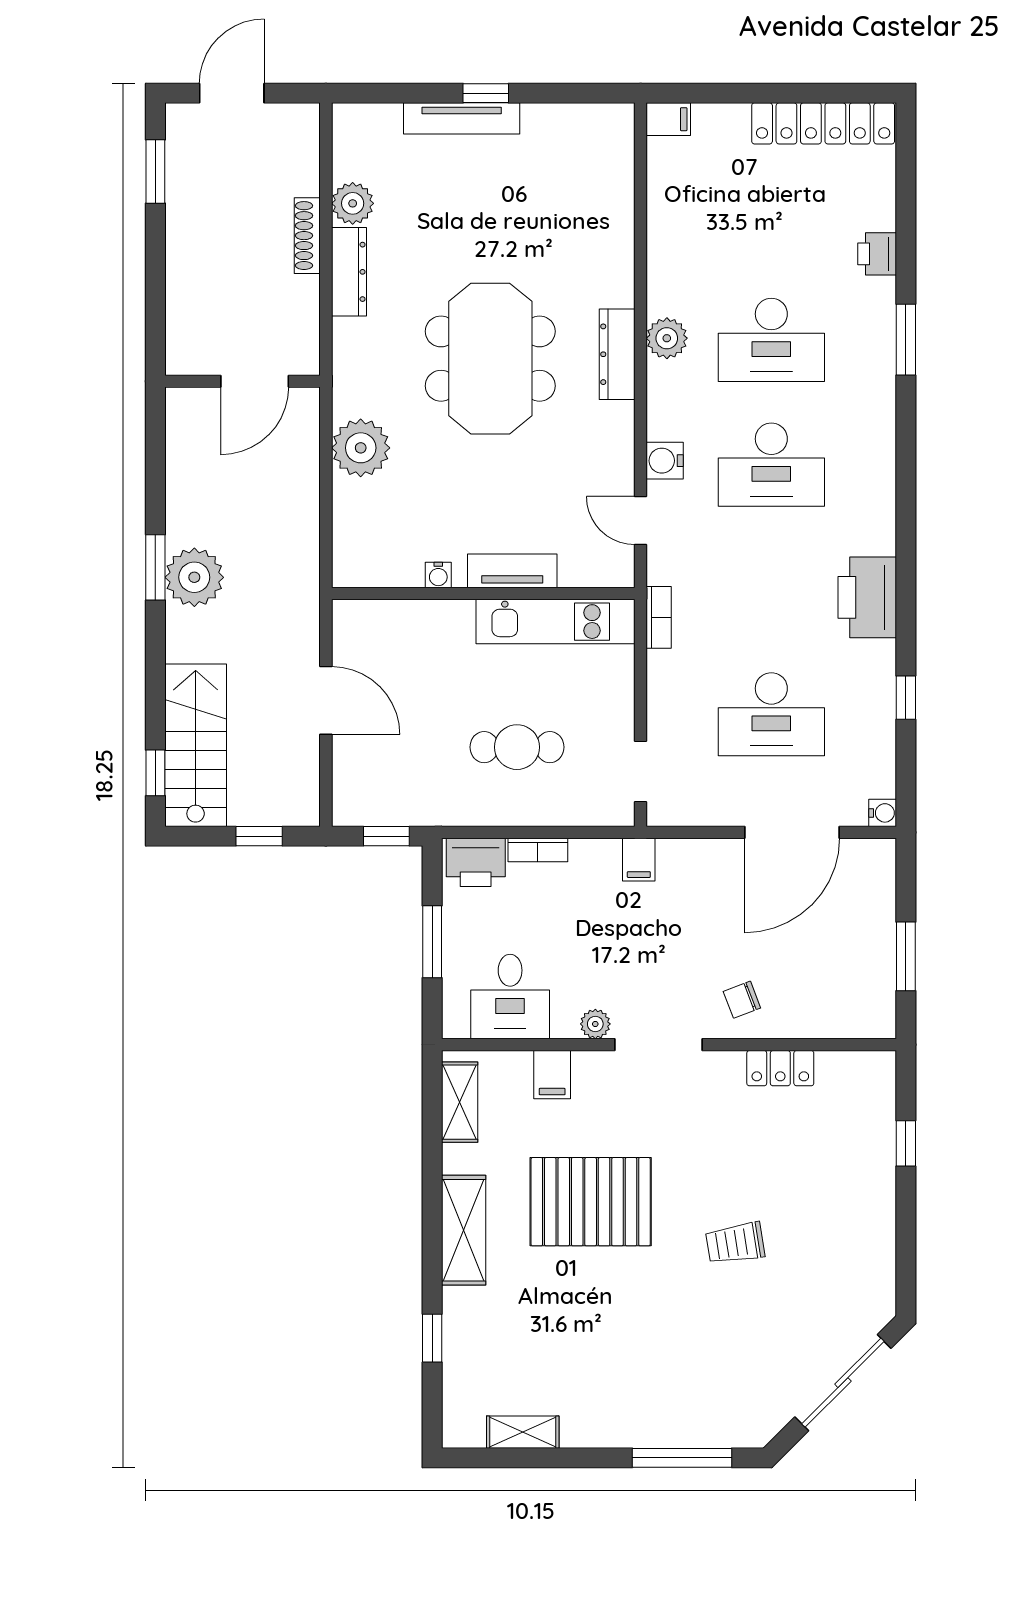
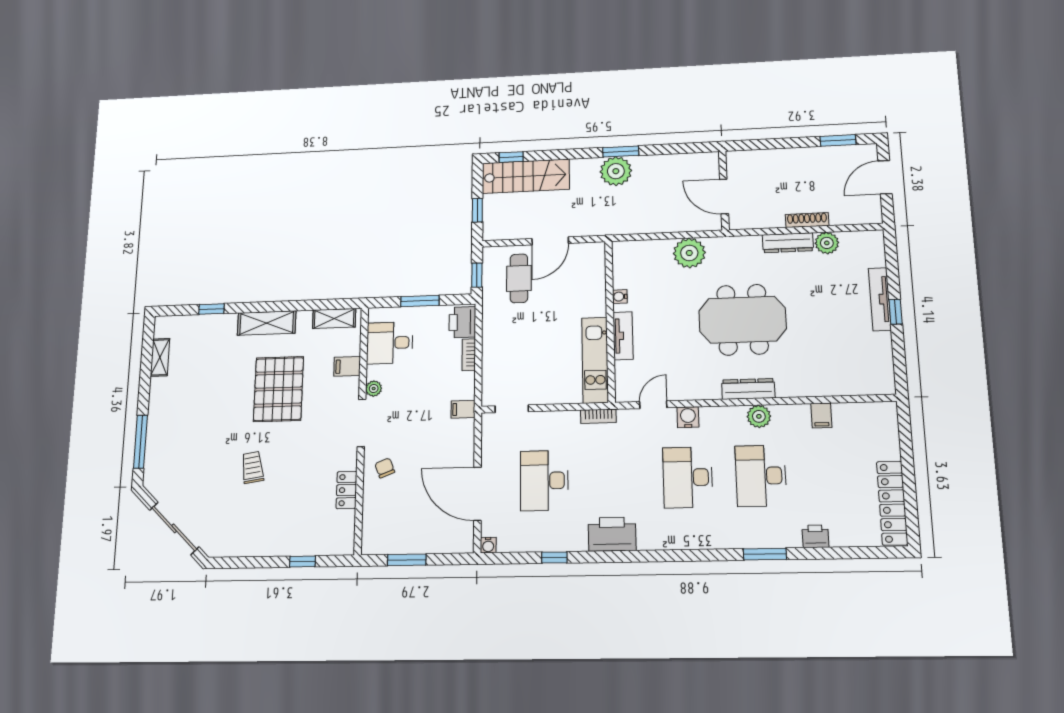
door: (232, 93) -> (885, 177), swing flipped
filing cabinet: (668, 119) -> (821, 416), moved
cafe table: (517, 747) -> (519, 278), moved

